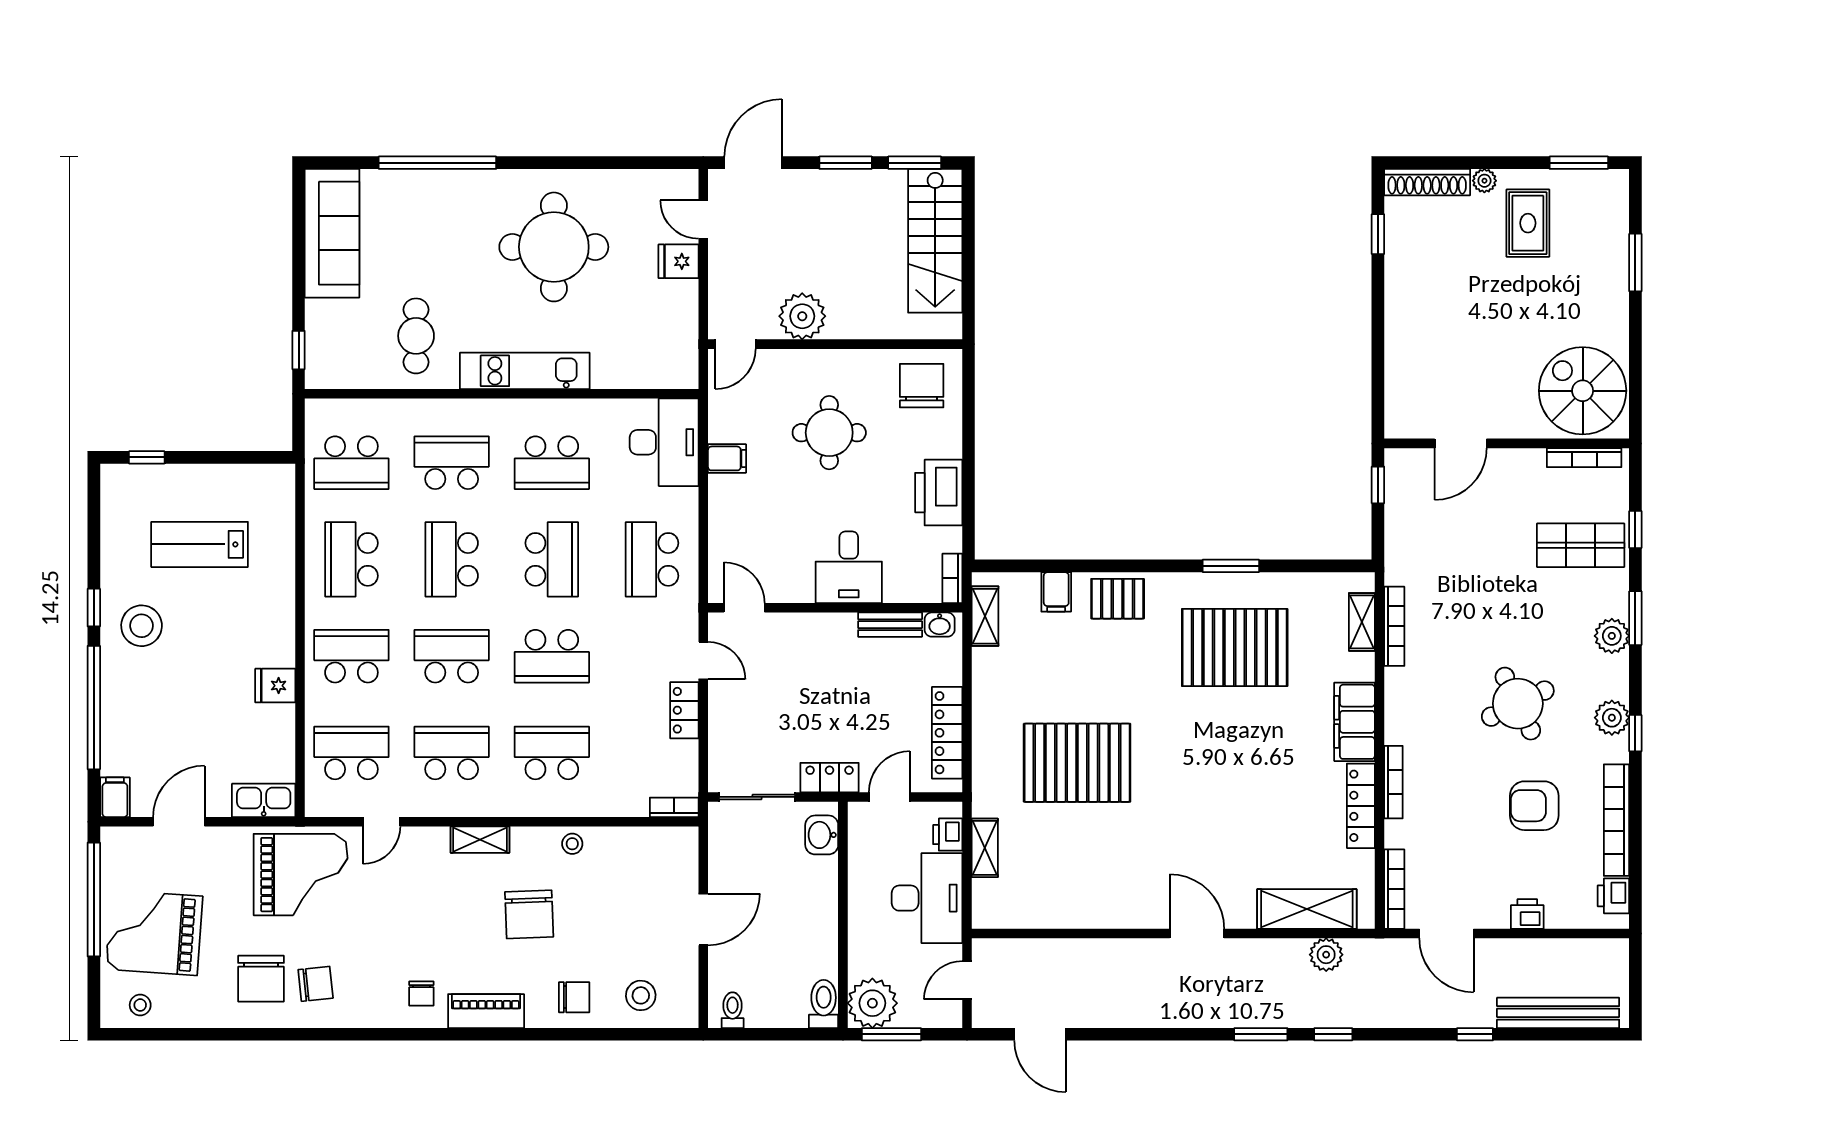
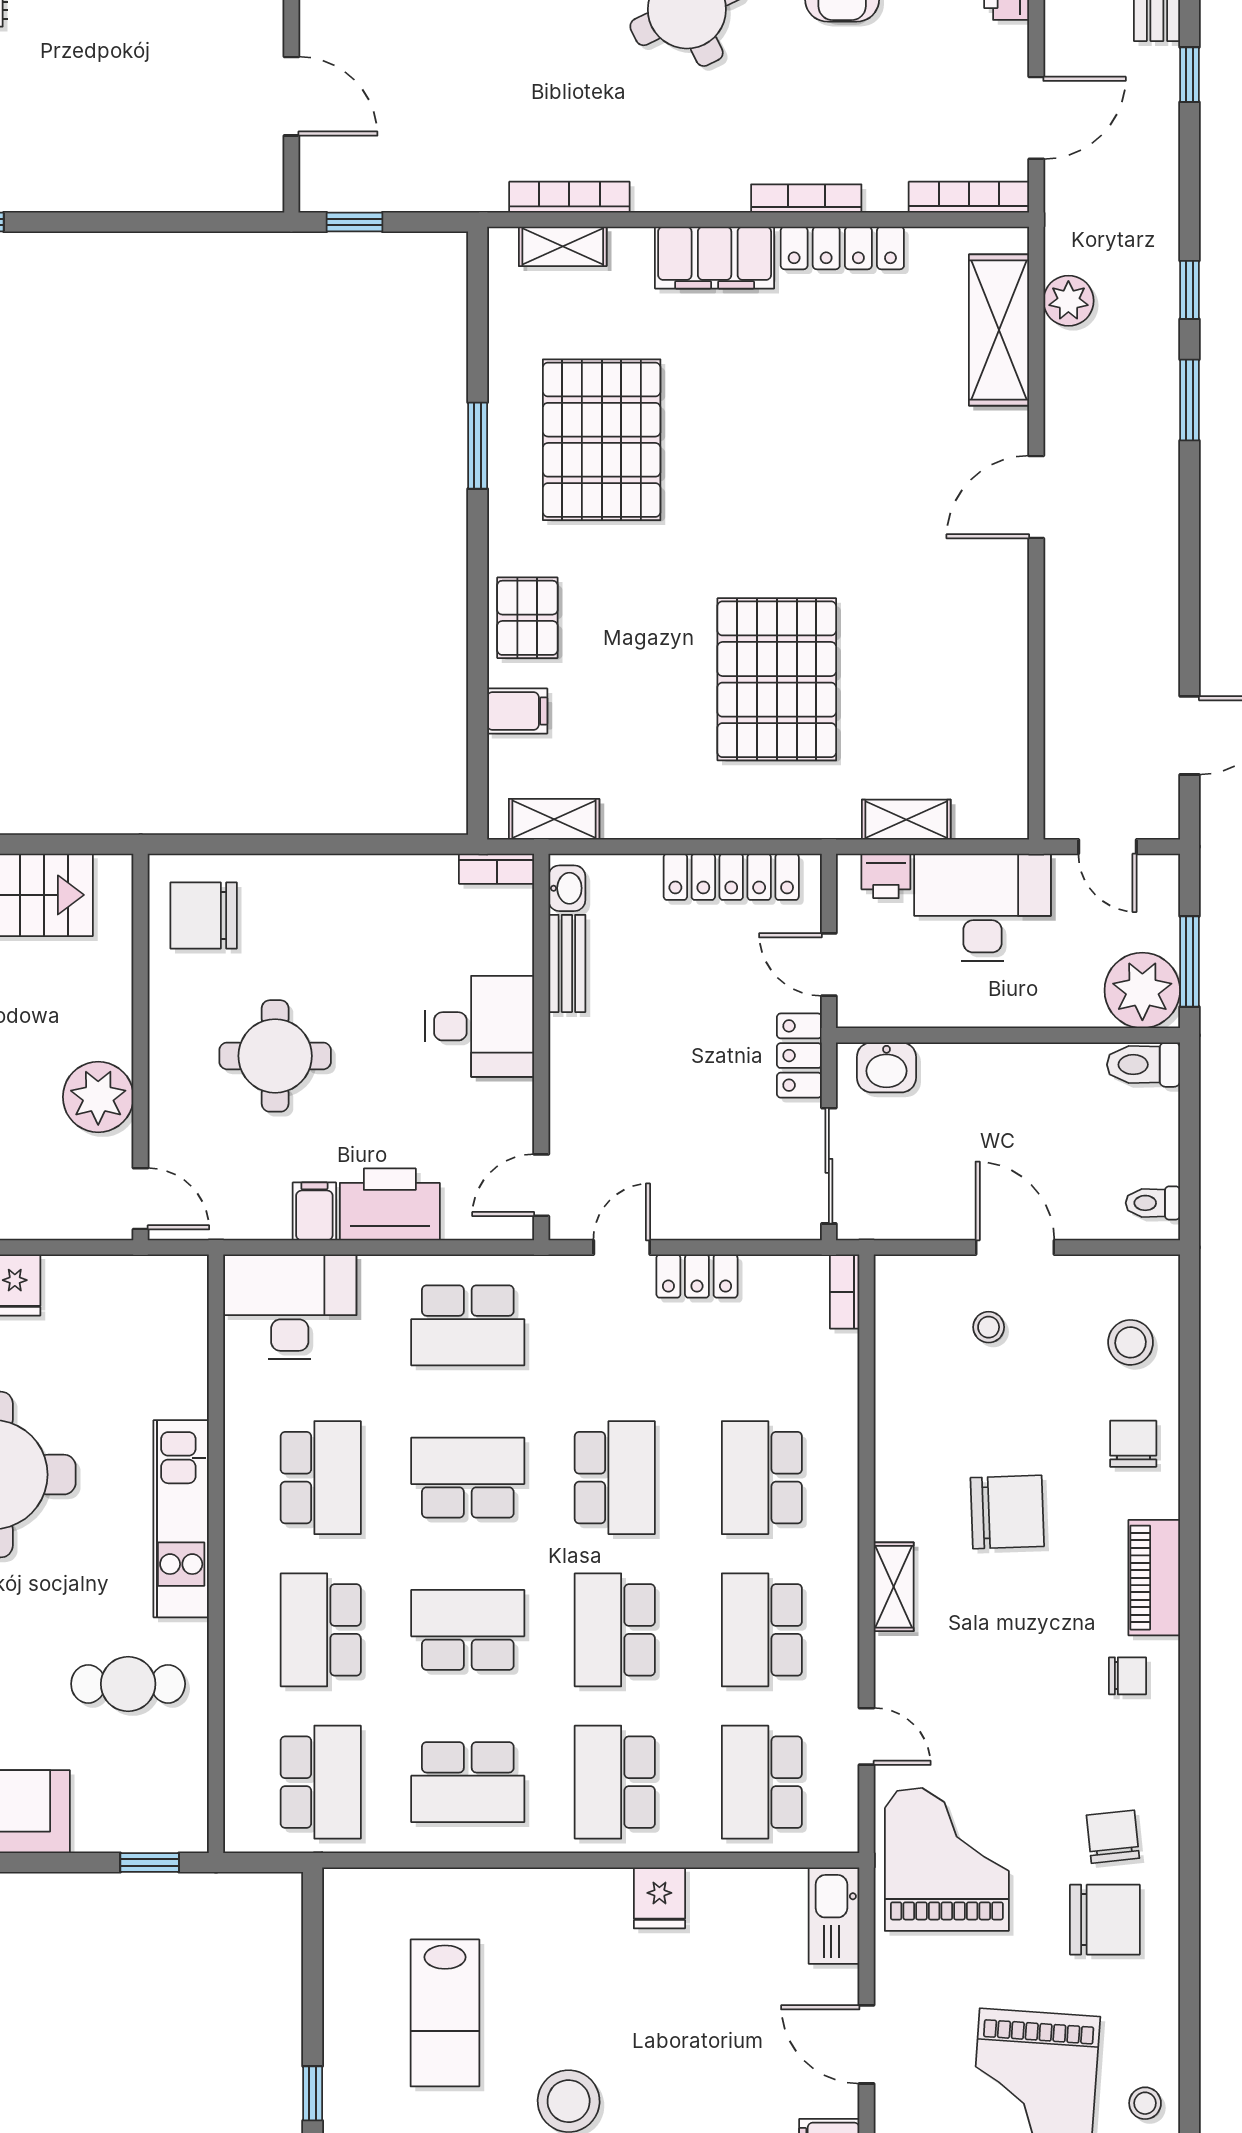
printer: (939, 493) -> (390, 1204), moved, turned 180
school desk: (452, 559) -> (468, 1630), turned 180
stool: (572, 844) -> (989, 1327), moved

